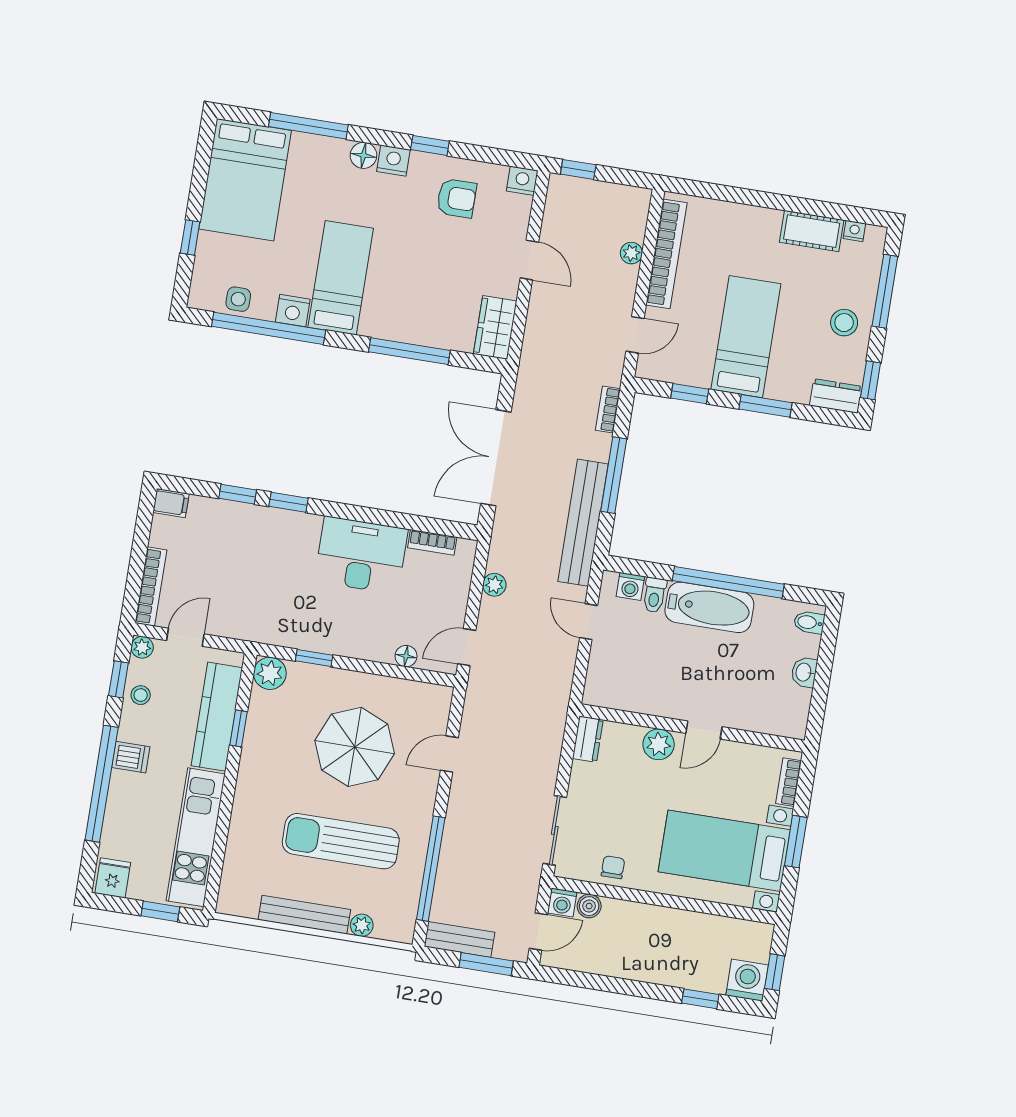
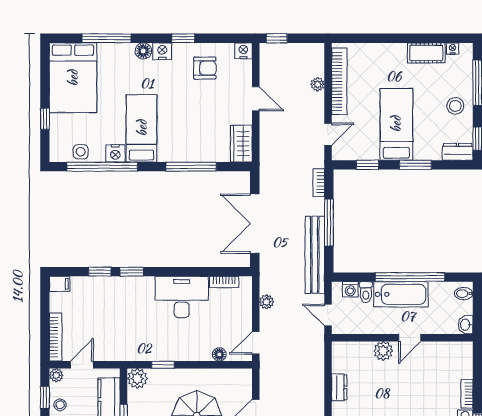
wall: (692, 728) -> (402, 338), moved
door: (704, 730) -> (410, 338), moved
plant: (659, 744) -> (383, 351), moved

